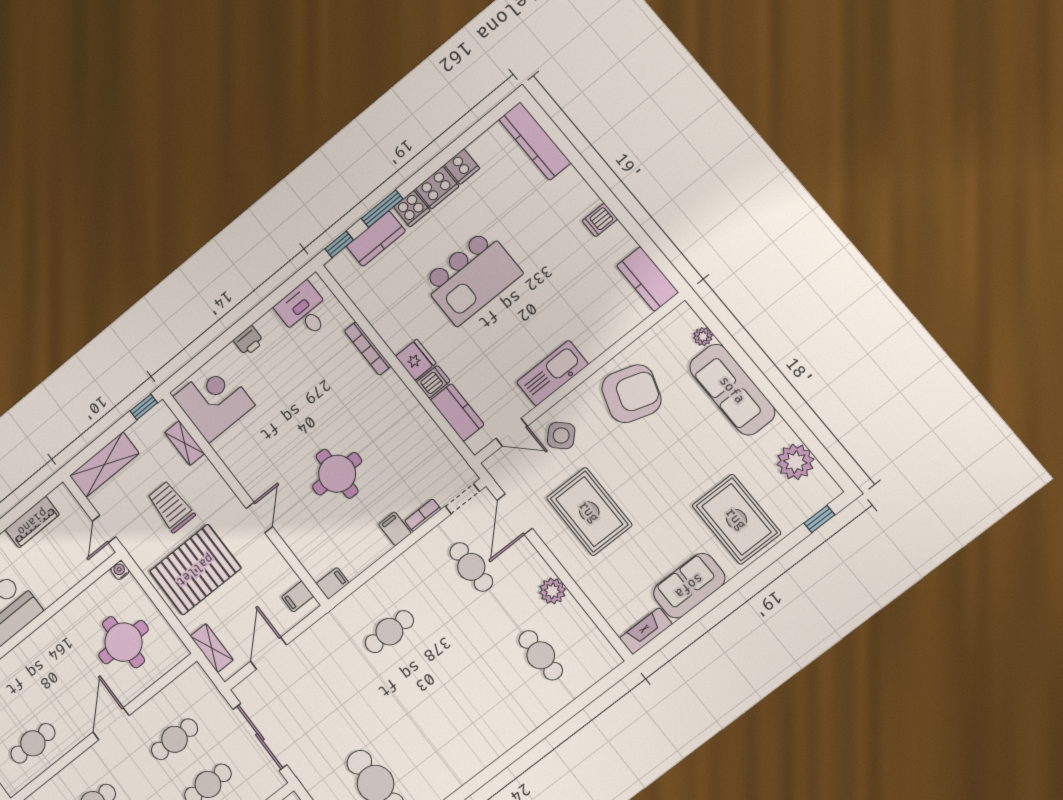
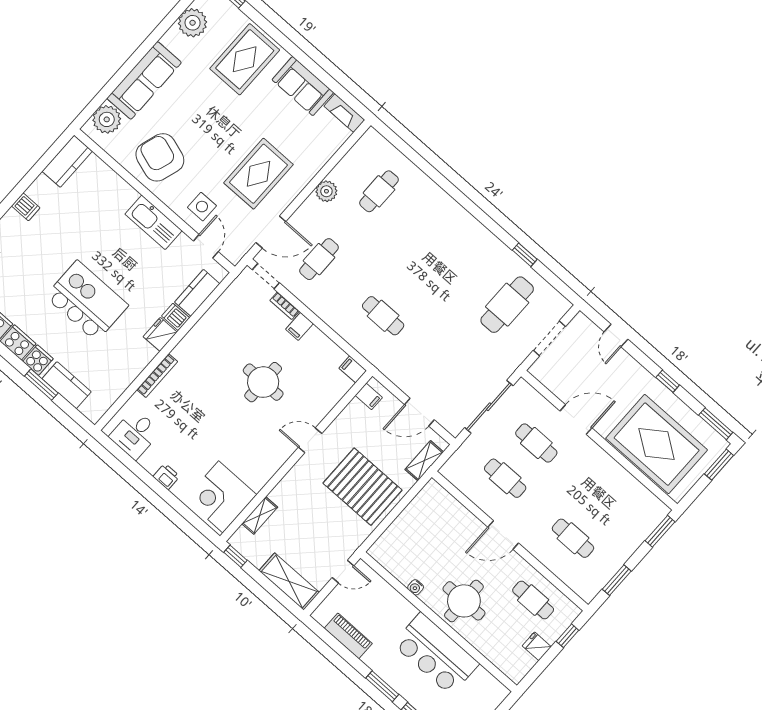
window: (339, 244) -> (76, 415), removed
plant: (703, 337) -> (107, 119), width x1.88, depth x1.88
side table: (561, 436) -> (202, 207), turned 45
trolley: (171, 507) -> (314, 517), removed
water cooler: (120, 570) -> (416, 587), moved
round table: (124, 642) -> (464, 601), moved

